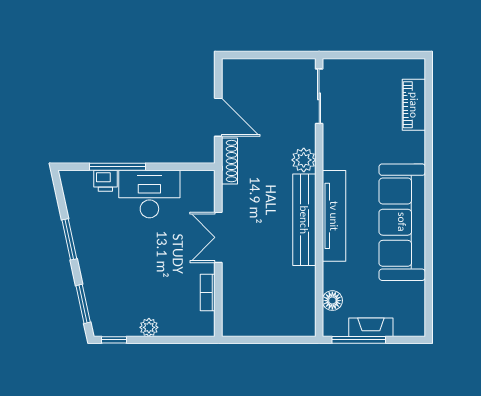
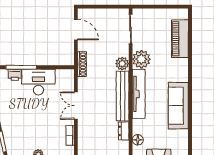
piano: (414, 105) -> (180, 39), width x1.37, depth x1.33
door: (218, 117) -> (76, 30), moved
plant: (339, 152) -> (141, 59), added
sofa: (402, 222) -> (178, 106), width x0.74, depth x0.79
dresser: (306, 284) -> (124, 131), added

